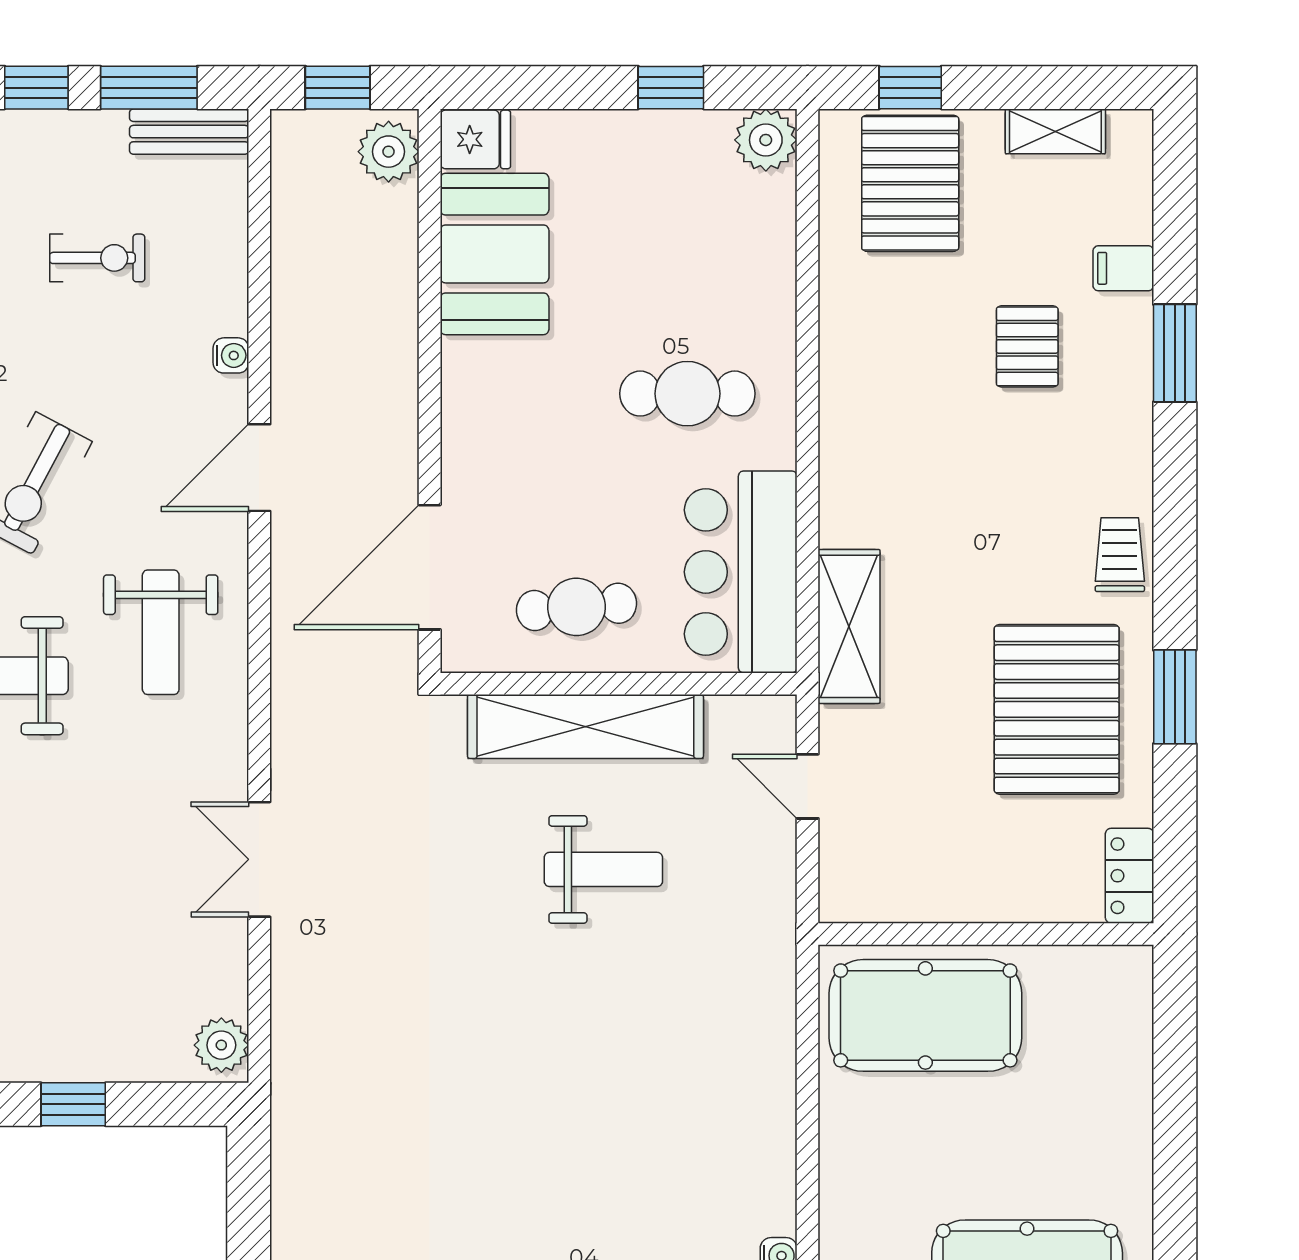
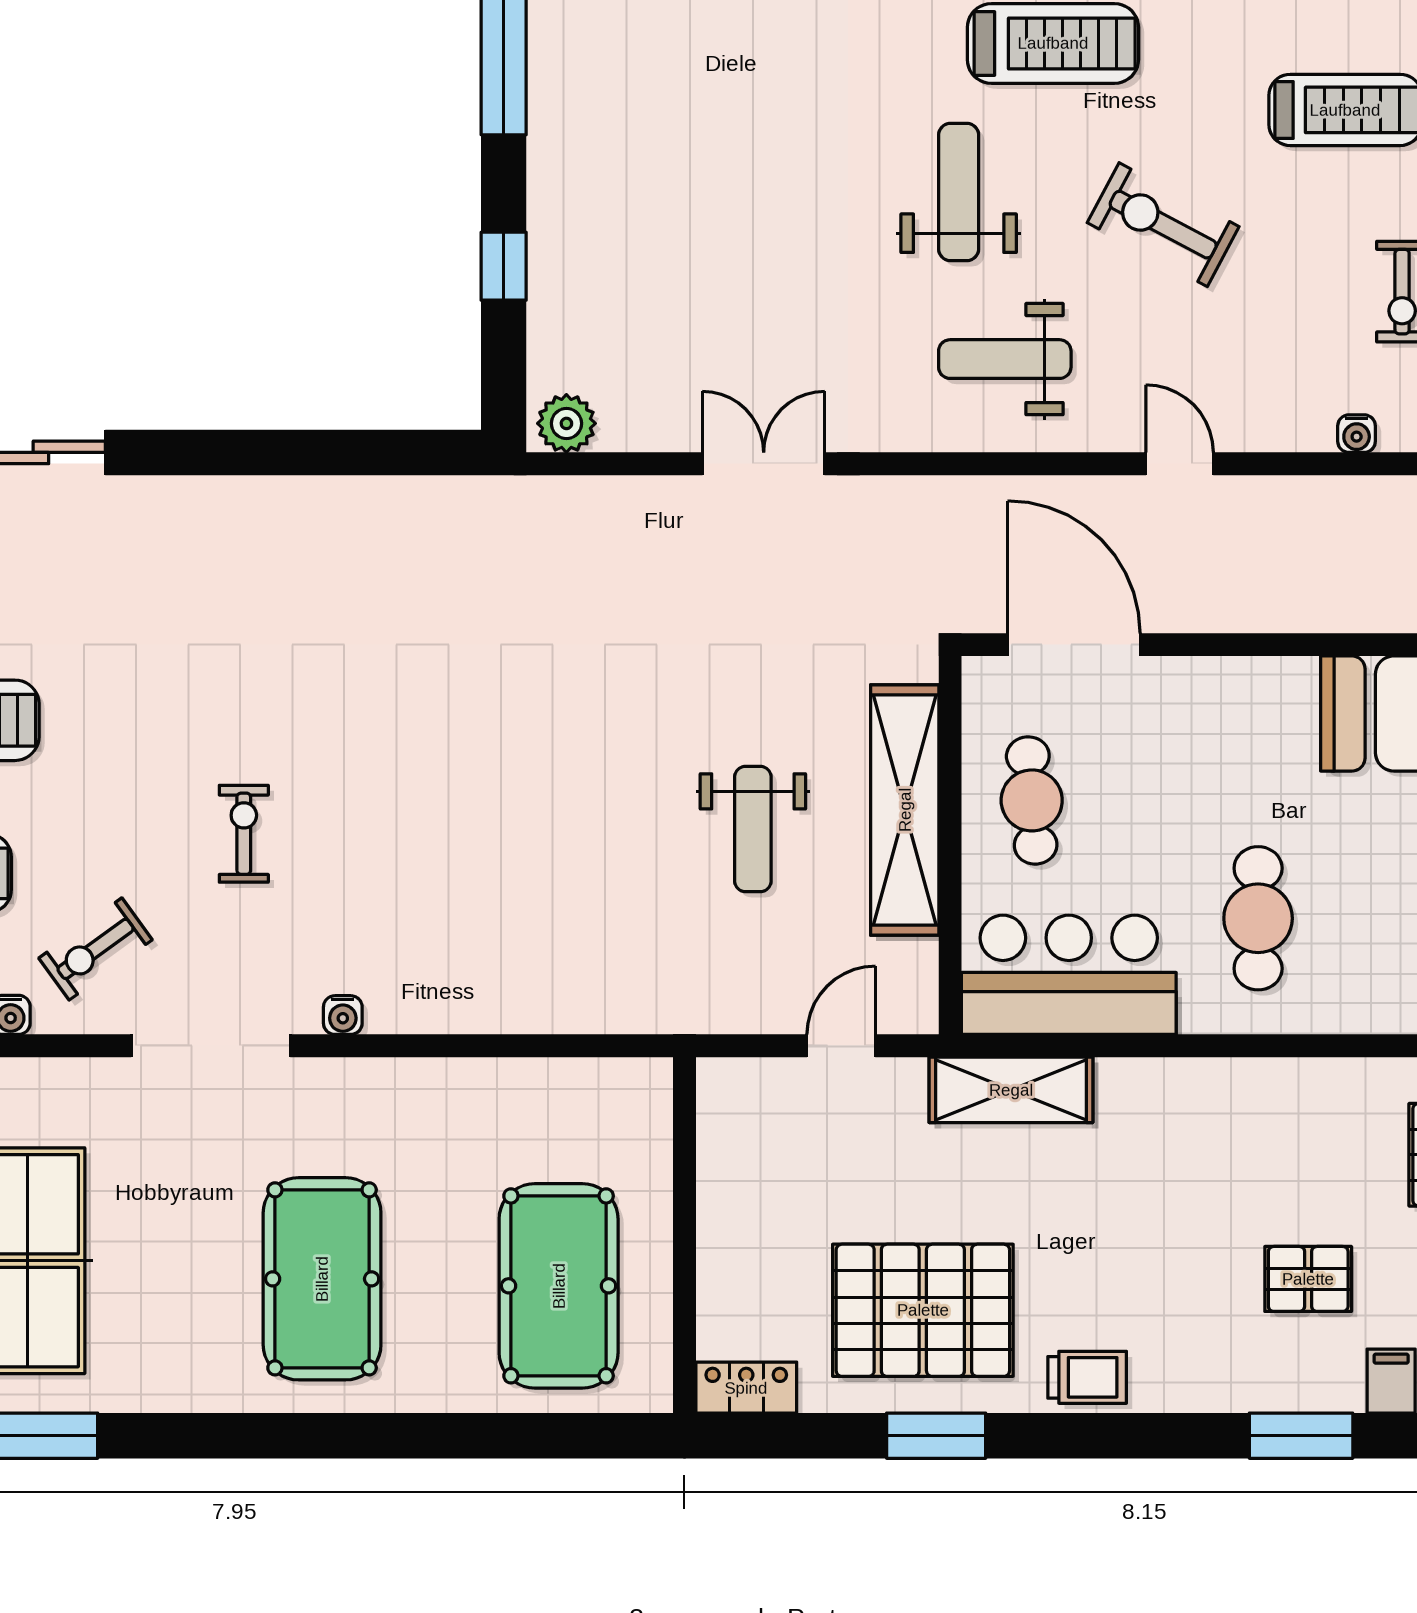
water cooler: (231, 355) -> (1357, 434), moved
door: (259, 468) -> (1180, 464), width x0.73
pool table: (925, 1015) -> (559, 1286), moved

